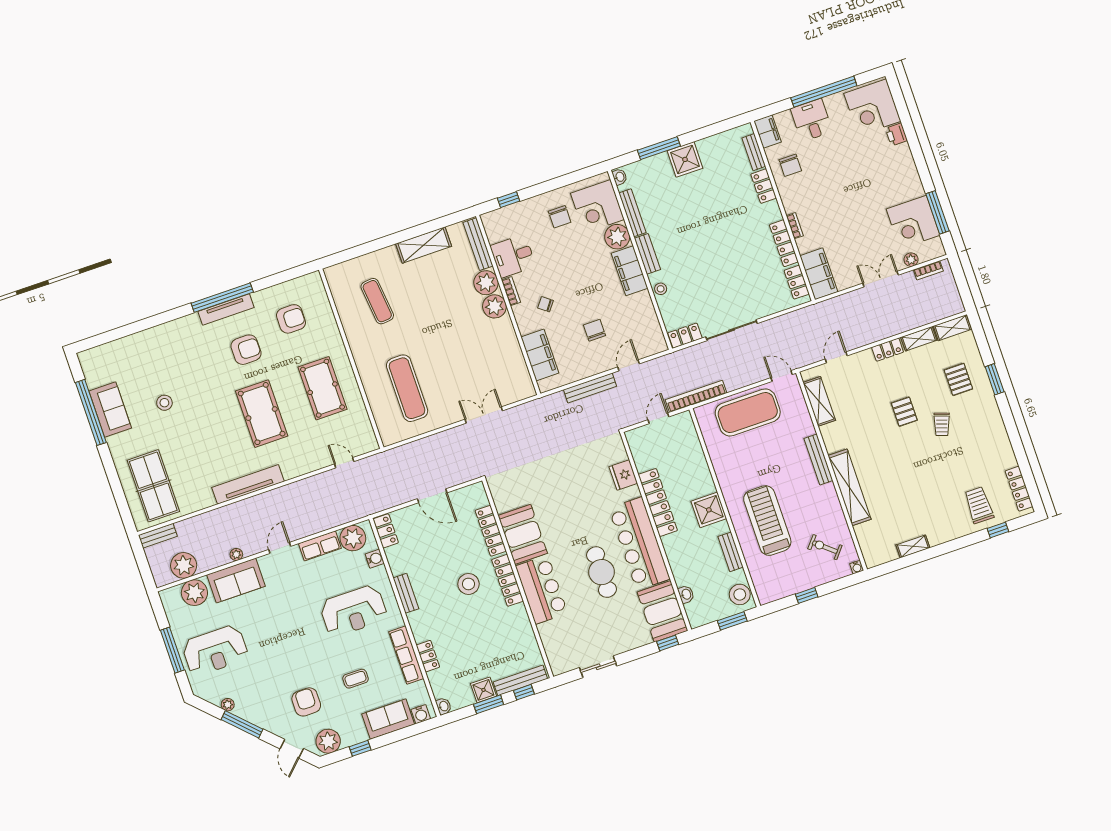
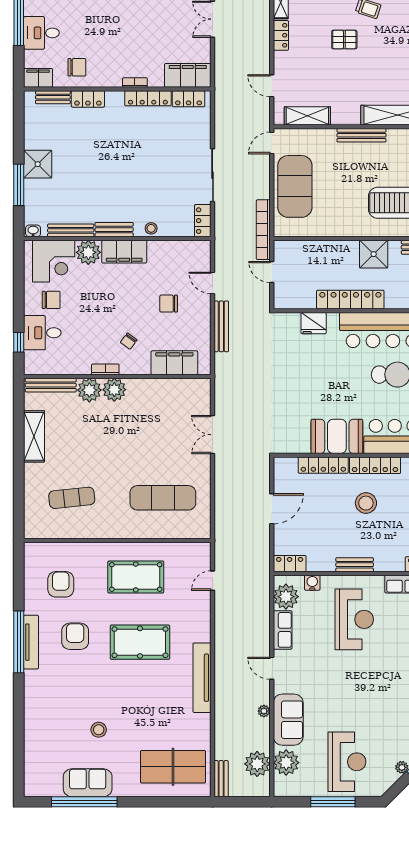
desk: (513, 256) -> (42, 333), moved, turned 90

